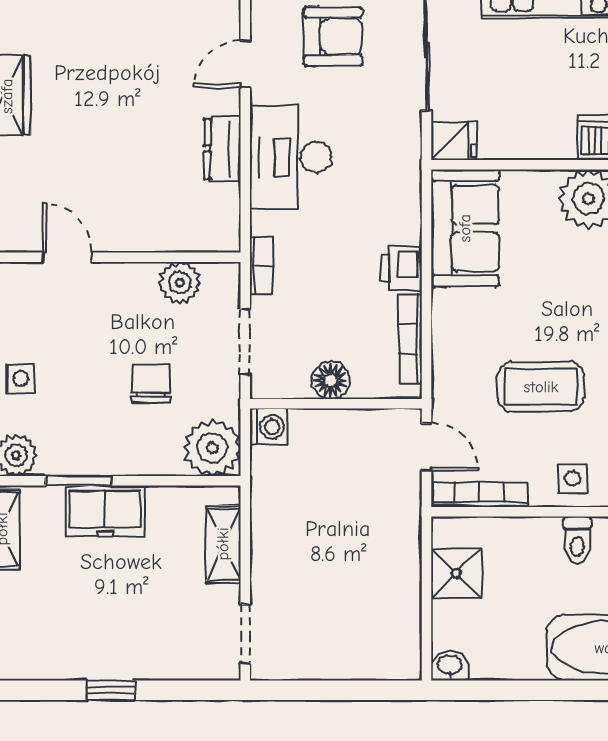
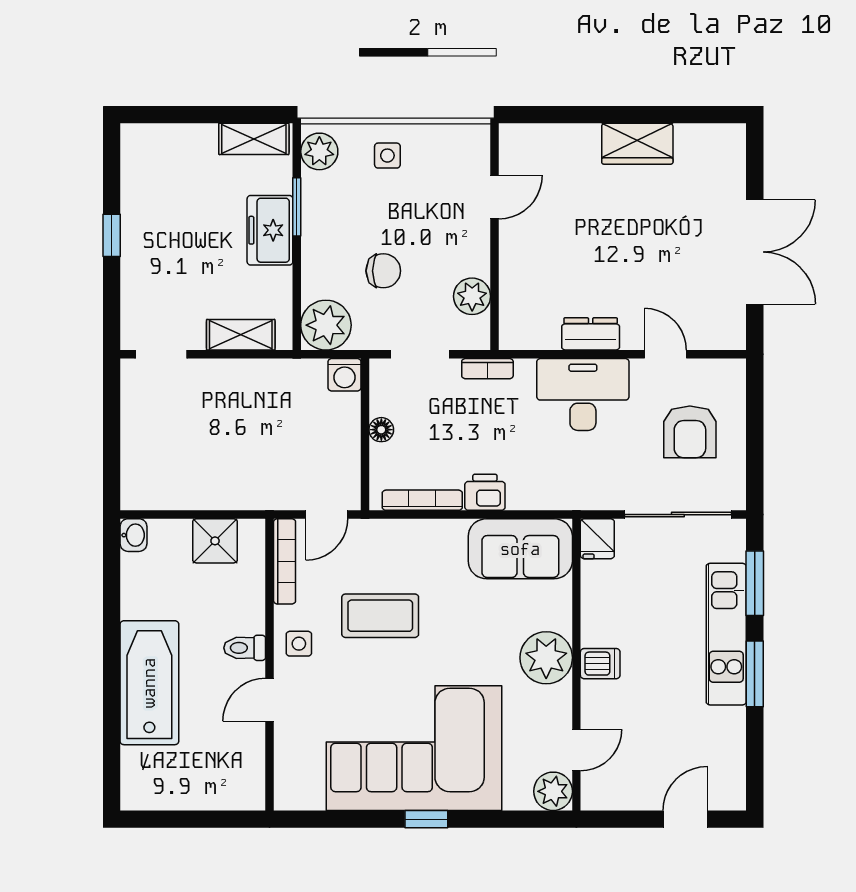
floor lamp: (331, 380) -> (381, 430), width x0.73, depth x0.73
coffee table: (541, 387) -> (380, 616), turned 90

